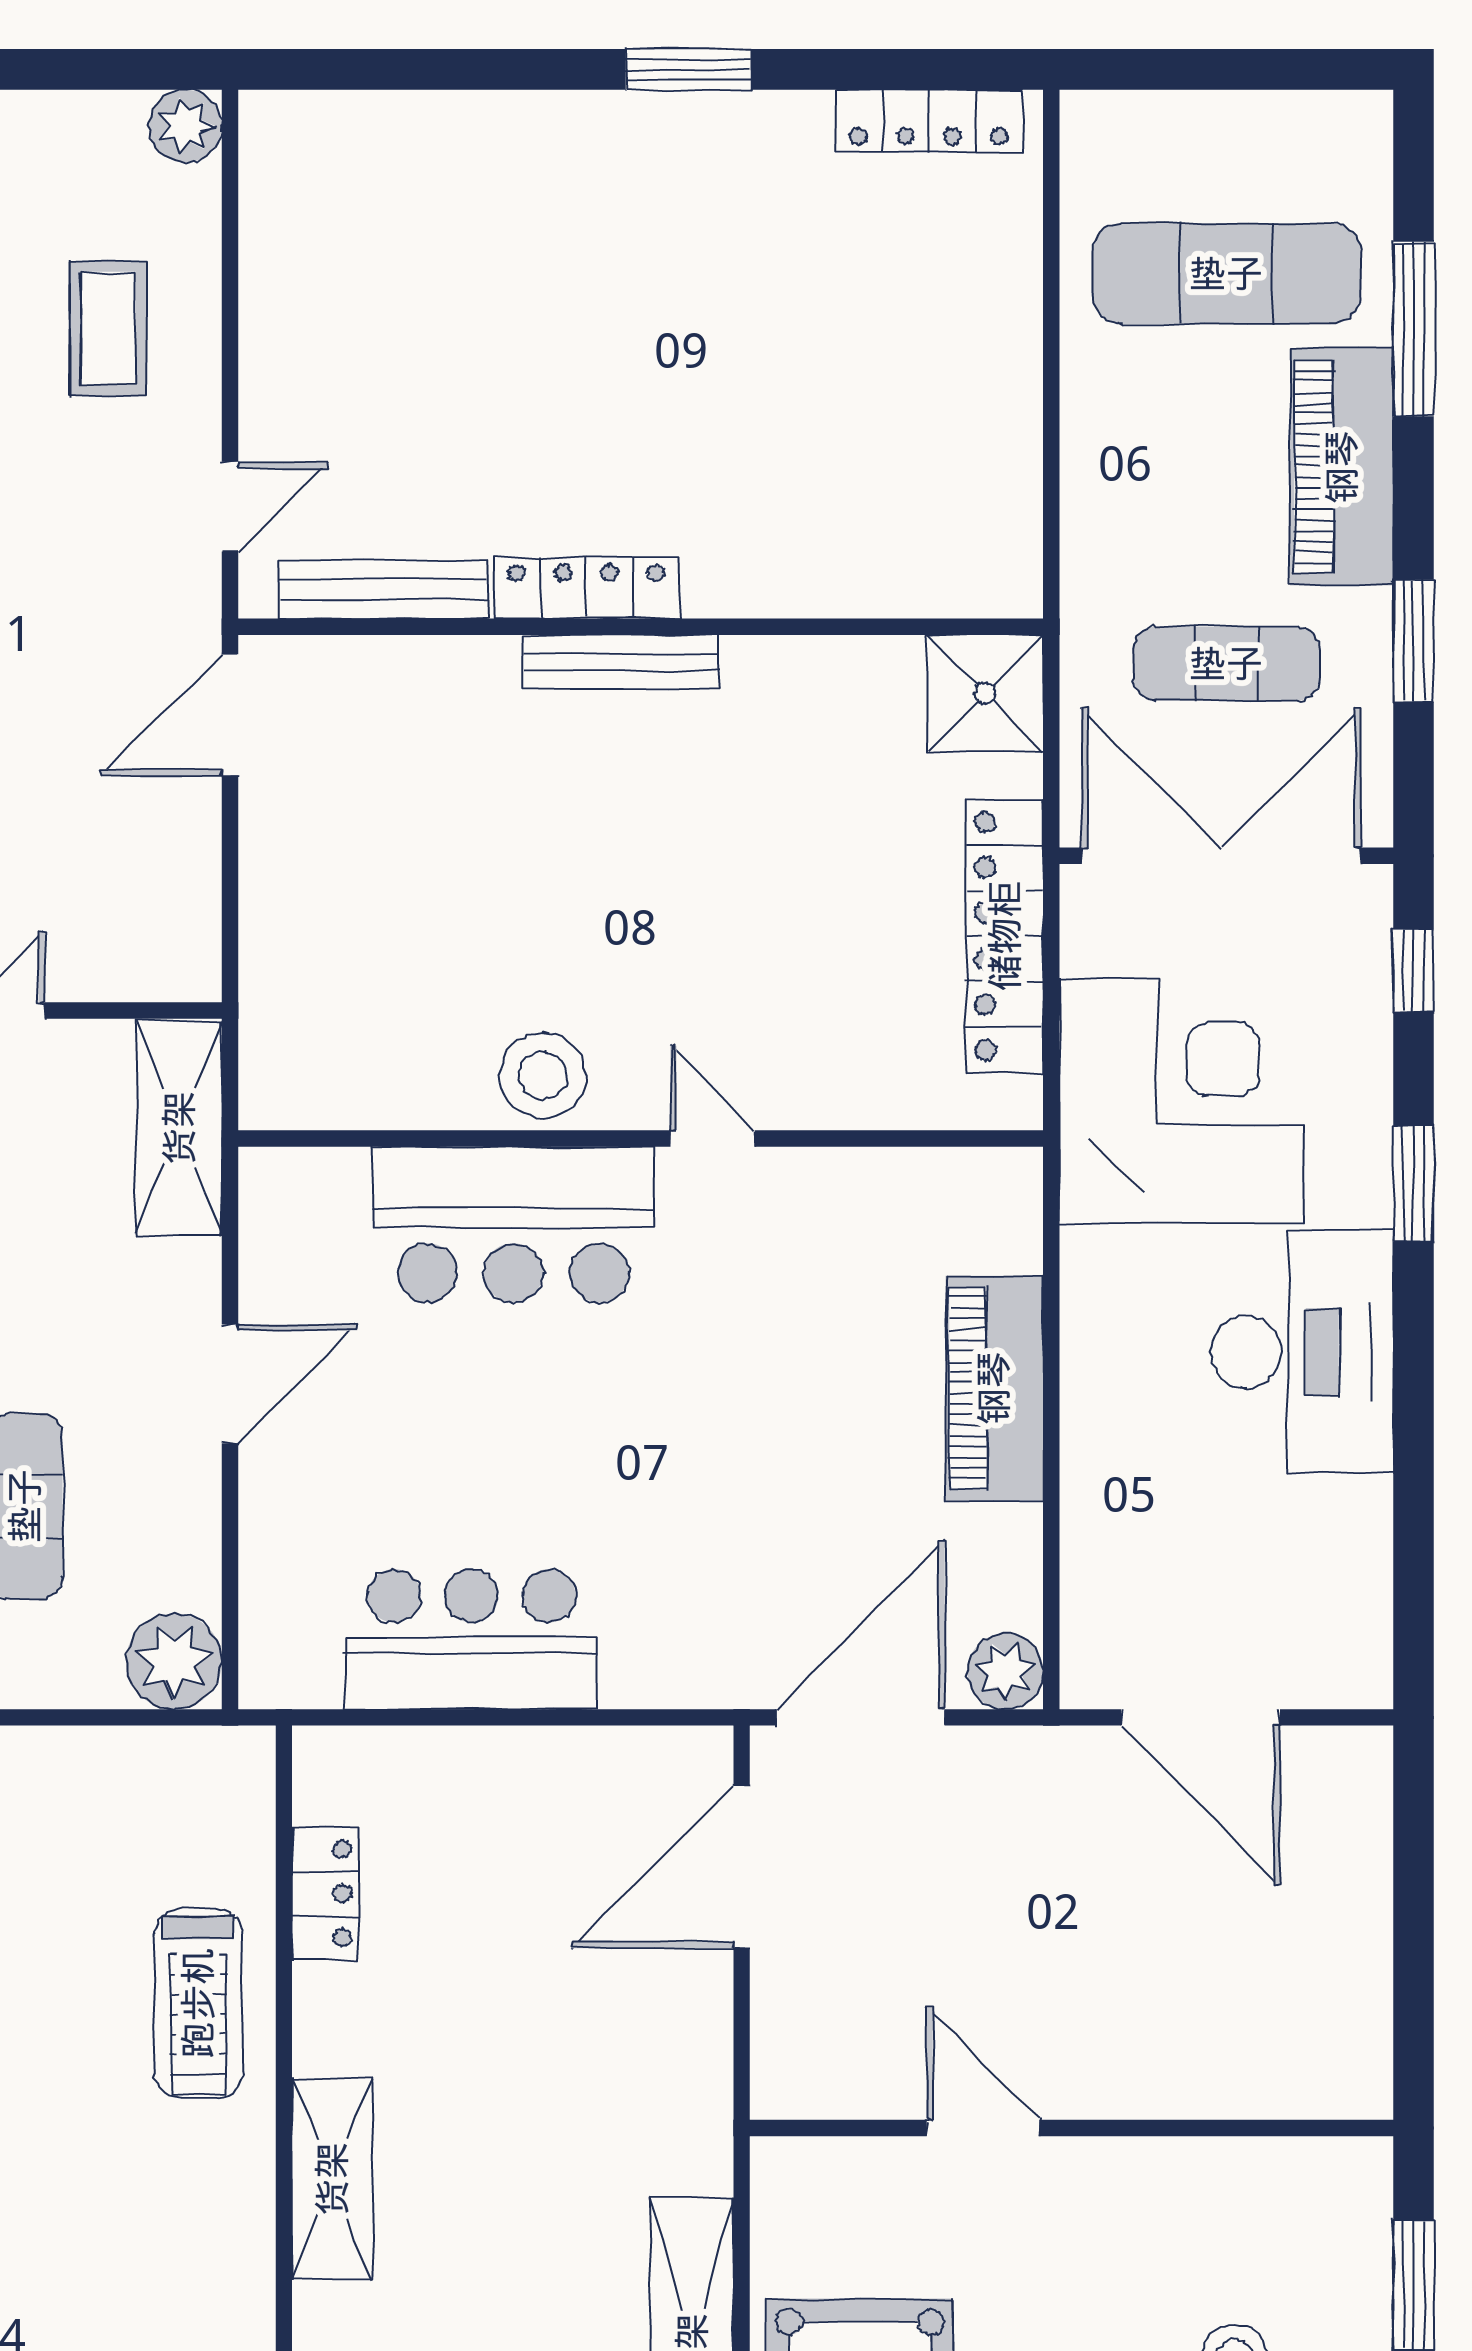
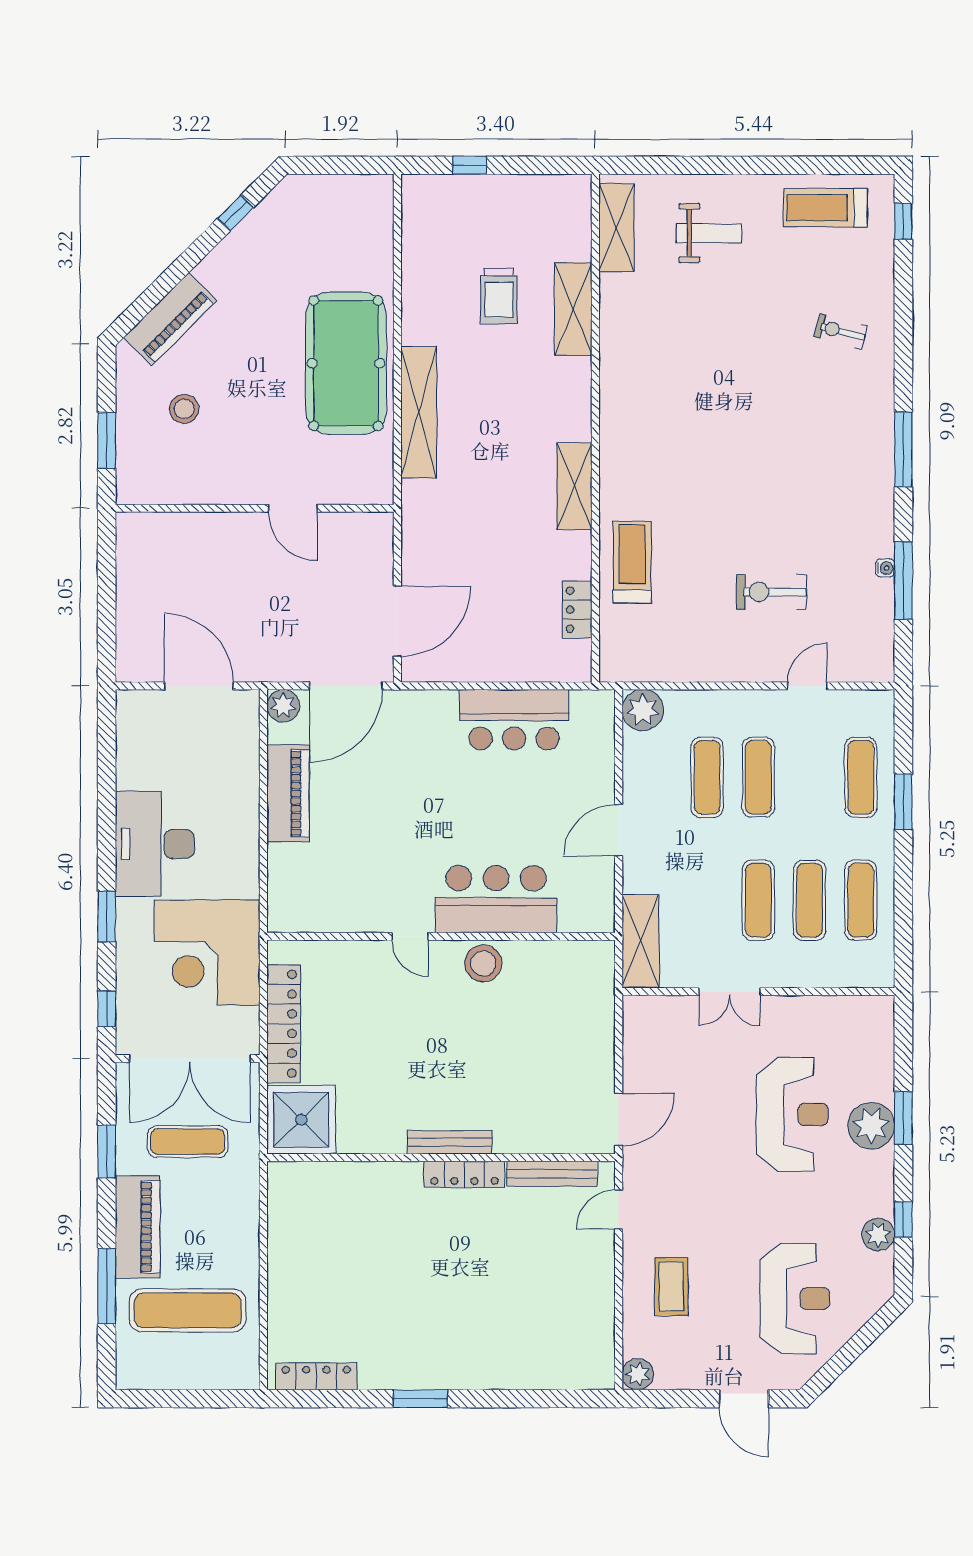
shower: (985, 693) -> (301, 1120), width x1.37, depth x1.37
piano: (994, 1388) -> (288, 793), moved

